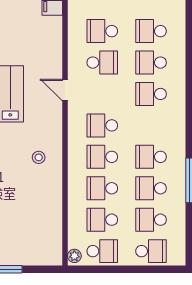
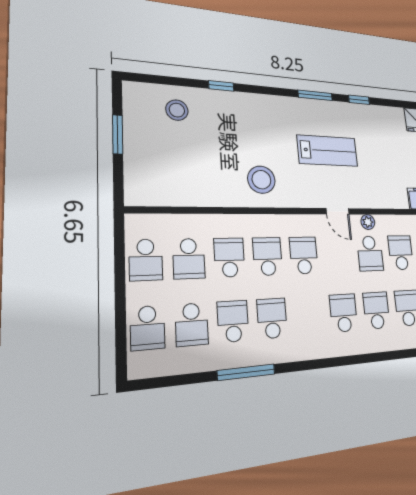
door: (65, 90) -> (338, 211), swing flipped
stool: (39, 157) -> (261, 180), width x1.89, depth x1.89
school desk: (102, 220) -> (189, 259), turned 180
school desk: (151, 220) -> (192, 324), turned 180
plant: (74, 256) -> (368, 222), moved

